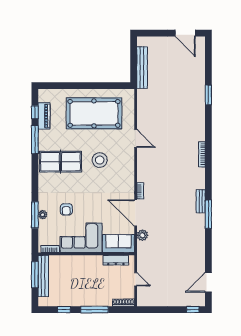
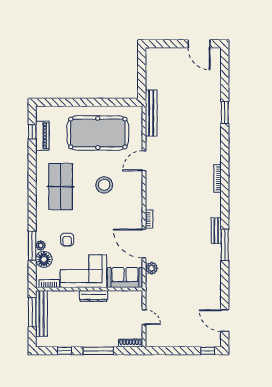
bench: (142, 68) -> (151, 113), moved
door: (136, 138) -> (144, 161), swing flipped
window: (35, 139) -> (32, 162), removed
table tennis table: (60, 162) -> (61, 187), turned 90
floor lamp: (45, 227) -> (44, 259), added
dresser: (116, 260) -> (93, 296), moved
door: (208, 282) -> (225, 321), hinge flipped

